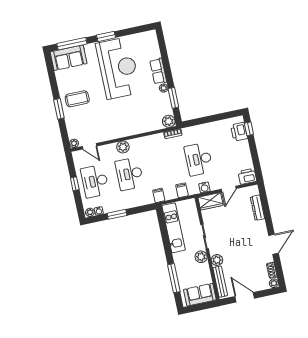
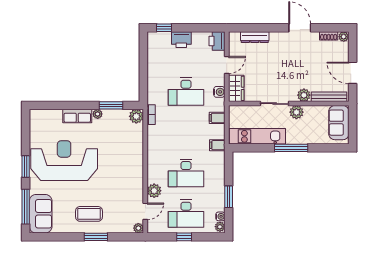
coffee table: (77, 99) -> (89, 214), turned 90
printer: (239, 132) -> (181, 40), moved
plant: (123, 147) -> (154, 191), moved
door: (229, 189) -> (227, 65), hinge flipped
window: (174, 278) -> (291, 148), moved
door: (245, 297) -> (353, 73), hinge flipped

